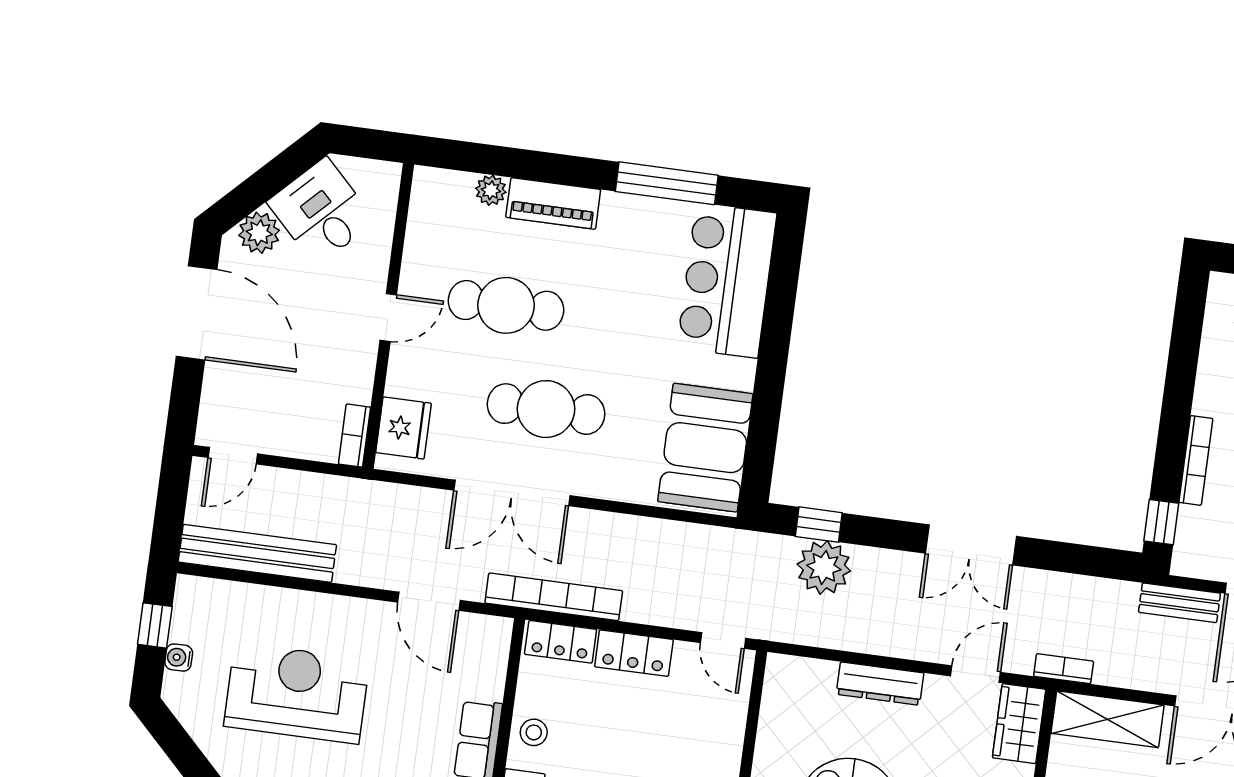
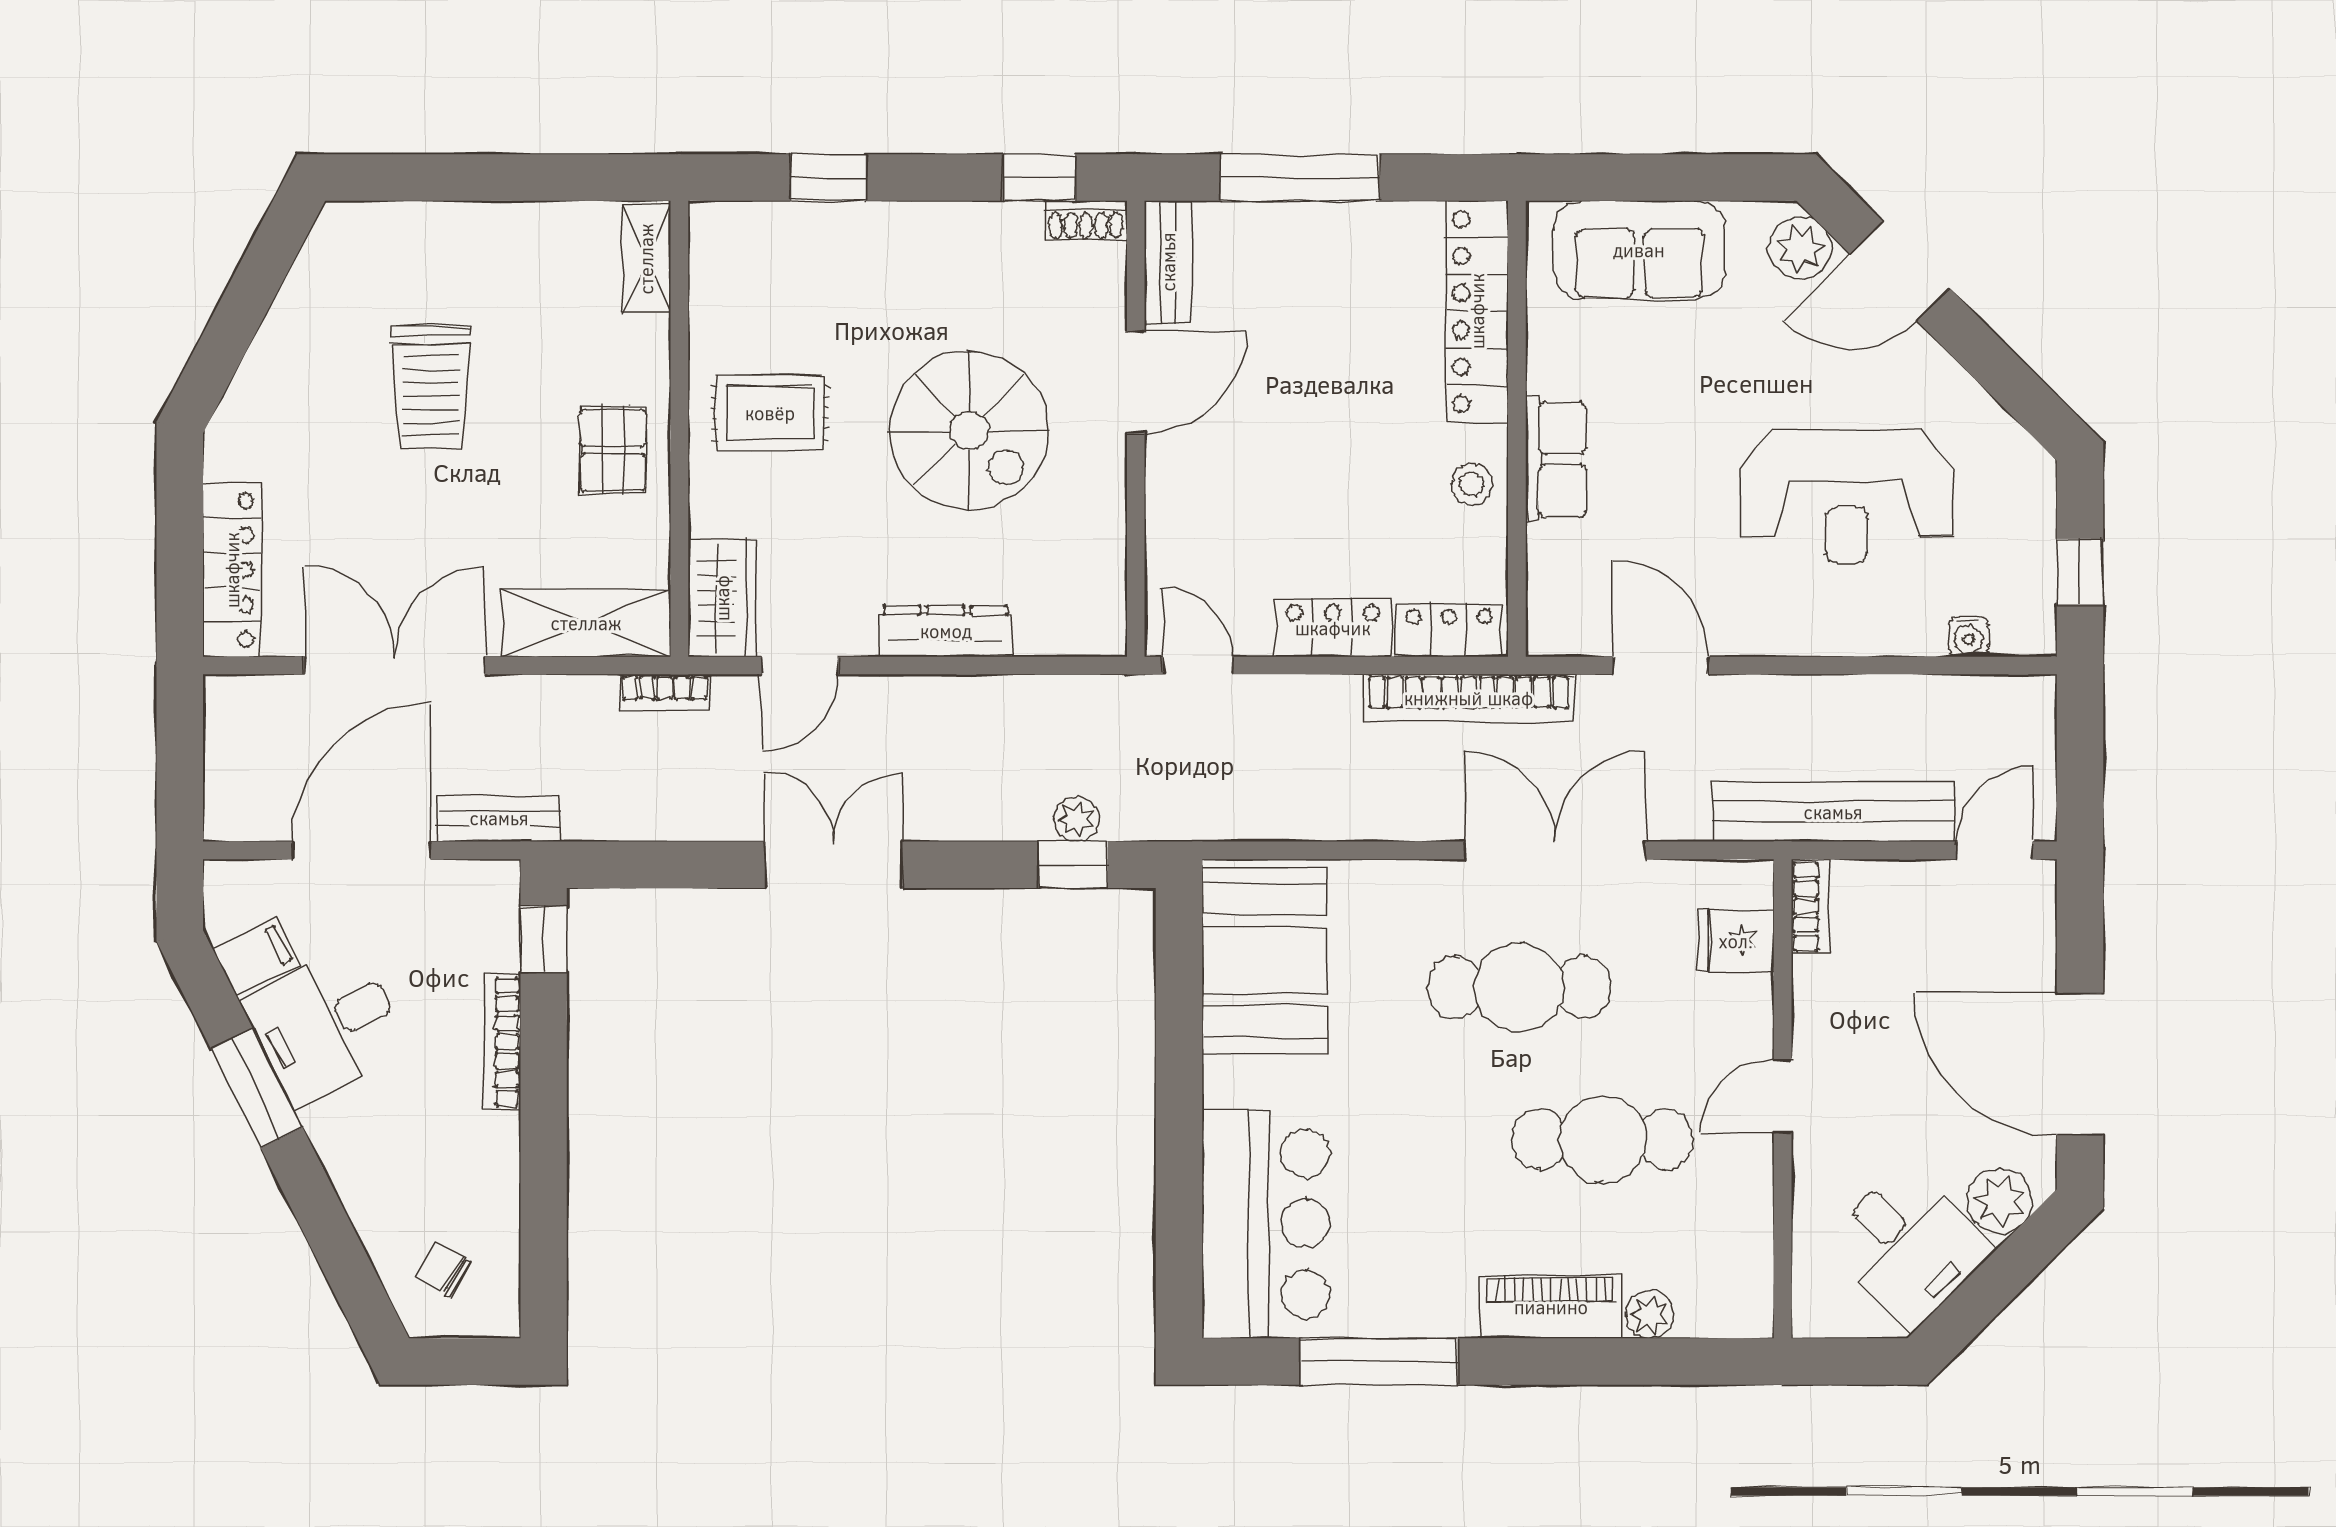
fridge: (404, 428) -> (1736, 941), width x0.72
bench: (257, 553) -> (1833, 812), moved
plant: (824, 567) -> (1076, 819), width x0.53, depth x0.53
water cooler: (179, 658) -> (1969, 636), moved, turned 90

